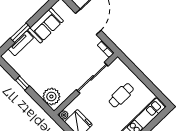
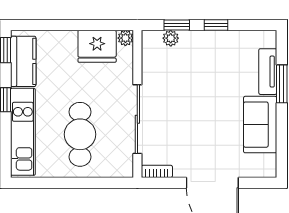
cafe table: (121, 95) -> (80, 134), width x1.37, depth x1.35
plant: (51, 96) -> (171, 38), width x0.53, depth x0.53
window: (38, 99) -> (177, 25), added

